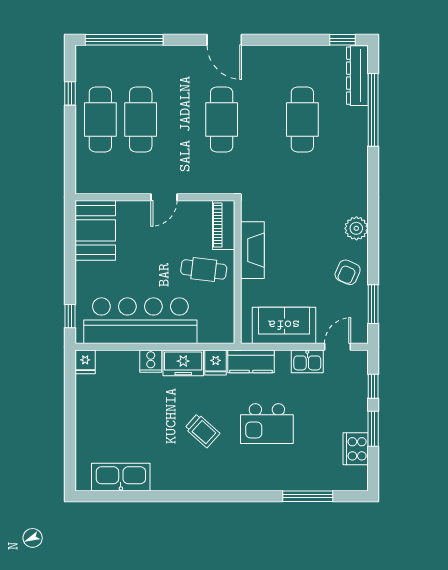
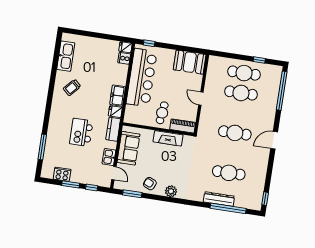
dresser: (357, 76) -> (219, 199), moved
cooker: (151, 361) -> (124, 58), moved
trolley: (202, 431) -> (72, 87), moved

